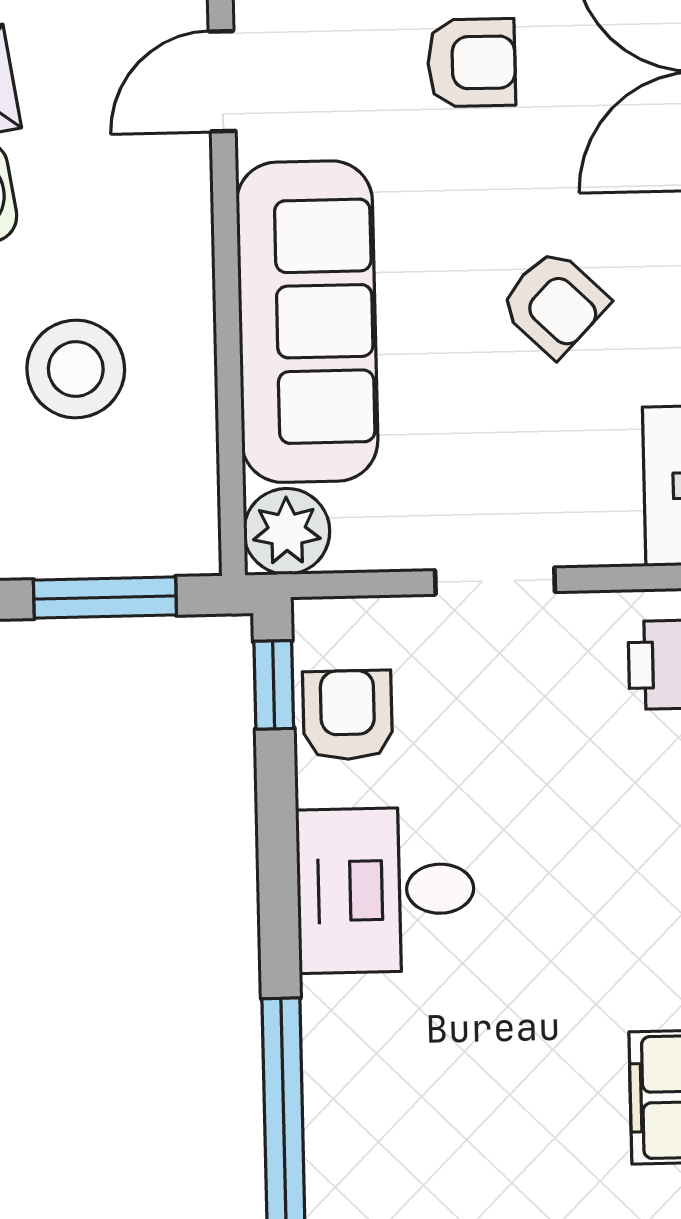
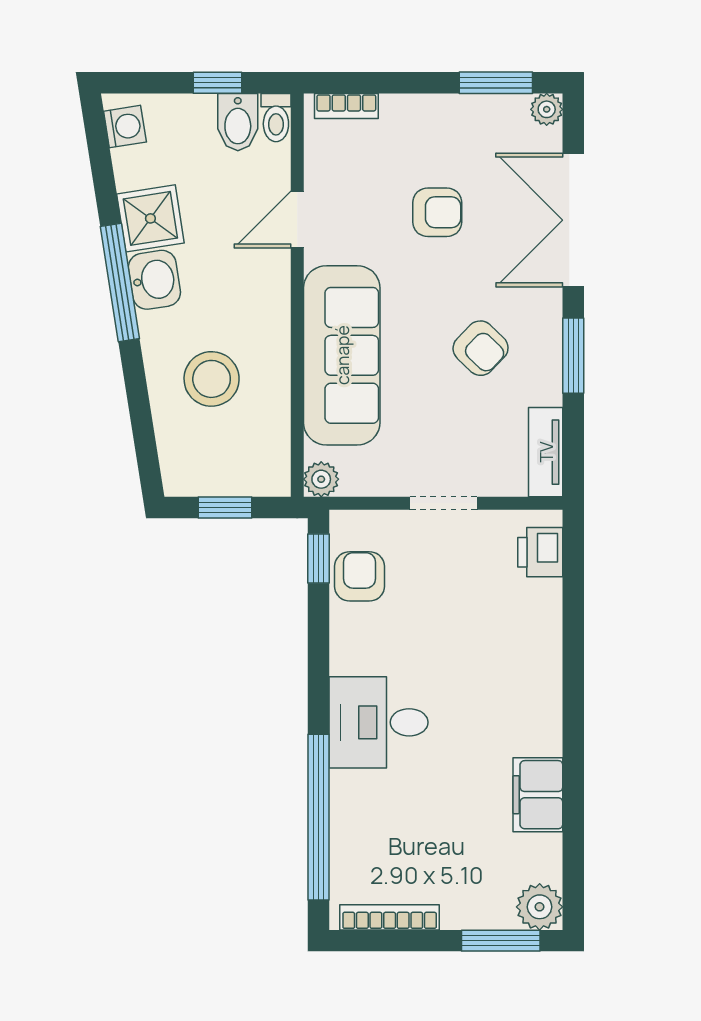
plant: (287, 531) -> (321, 479), width x0.73, depth x0.73
window: (105, 597) -> (225, 507), width x0.67
desk: (385, 890) -> (379, 722), moved

